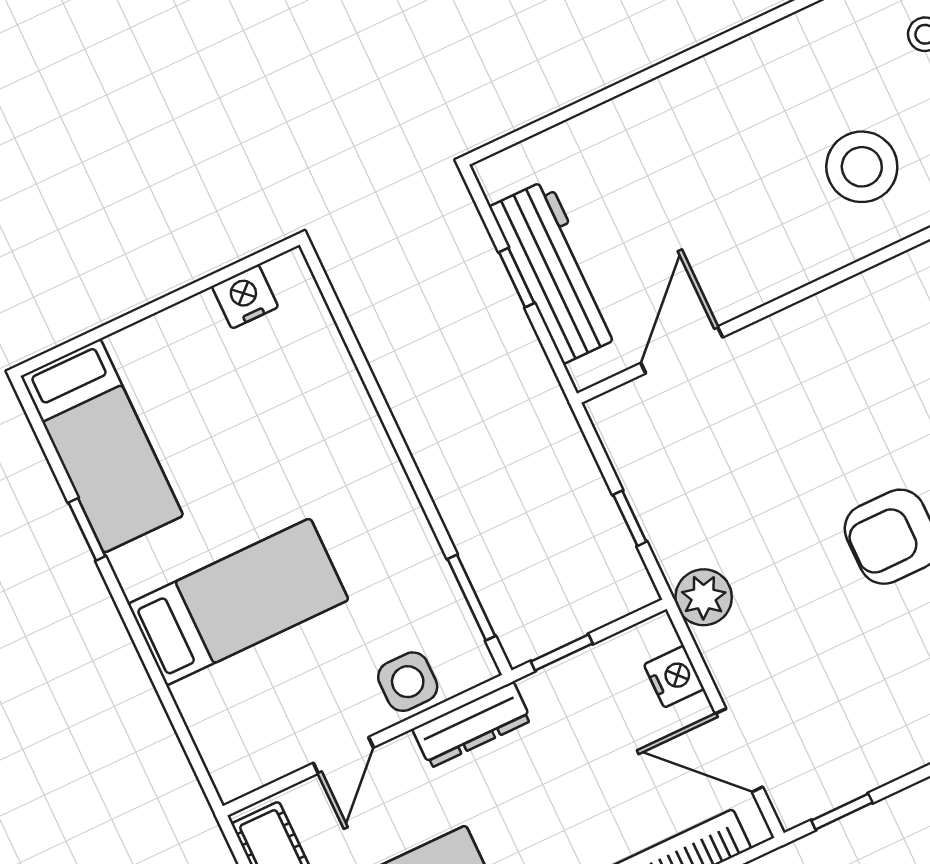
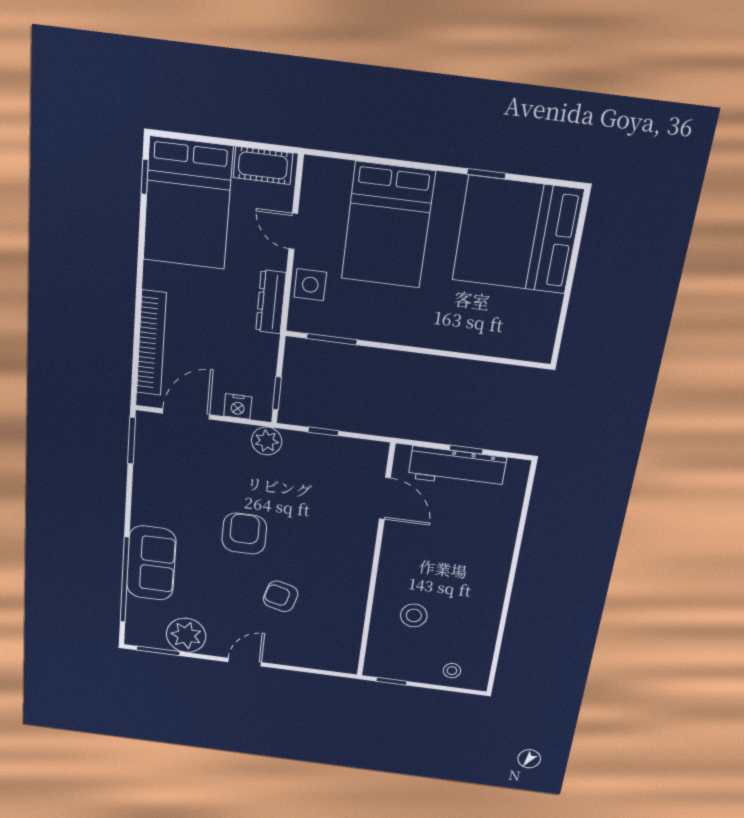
stool: (862, 167) -> (414, 615), width x0.73, depth x0.73
nightstand: (245, 297) -> (545, 323), removed
bed: (102, 446) -> (517, 235), width x2.04
bed: (238, 602) -> (388, 225), width x1.50
window: (562, 653) -> (277, 393), moved
window: (842, 812) -> (132, 441), width x1.50

